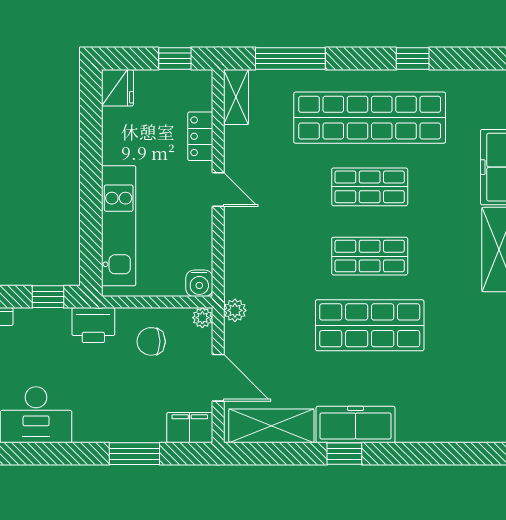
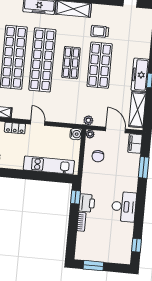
shop shelf: (370, 187) -> (42, 60), width x2.00, depth x1.36
door: (218, 190) -> (38, 123), hinge flipped
trolley: (451, 318) -> (100, 31), added
printer: (93, 325) -> (87, 203), moved
door: (218, 378) -> (116, 130), hinge flipped

